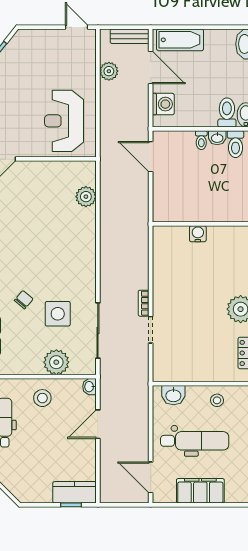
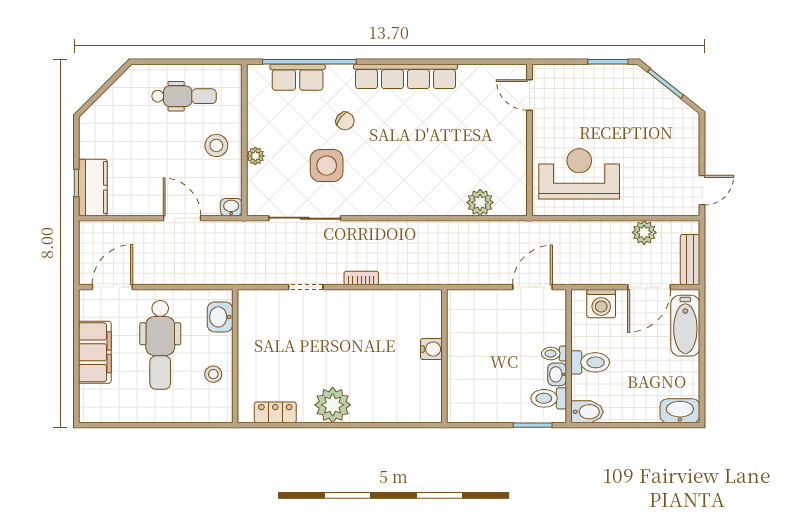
toilet: (227, 113) -> (590, 362), moved
bookcase: (144, 303) -> (361, 278), moved
plant: (56, 362) -> (255, 156), width x0.53, depth x0.53

